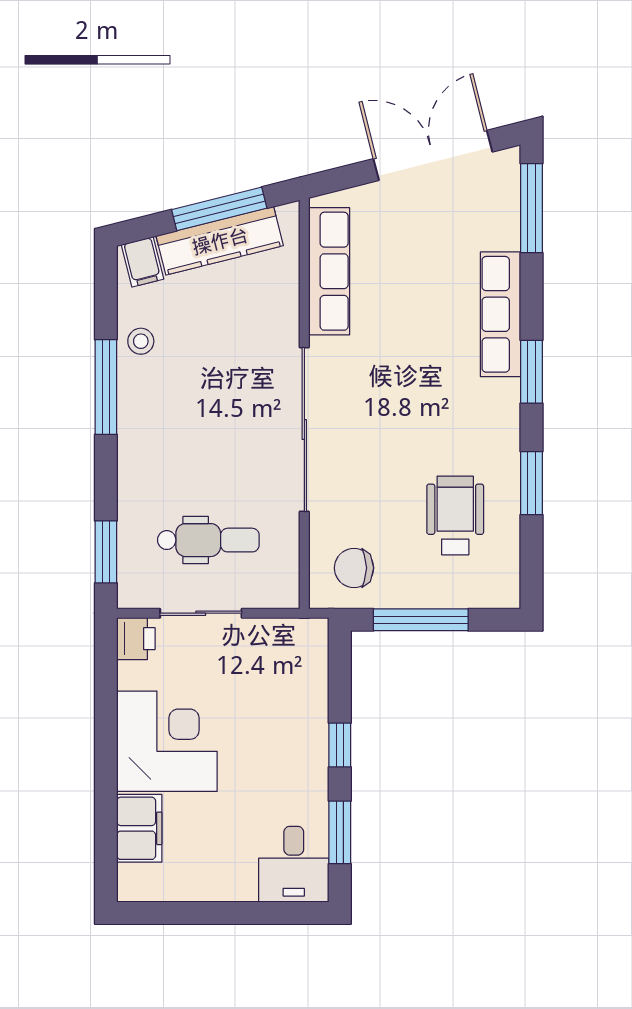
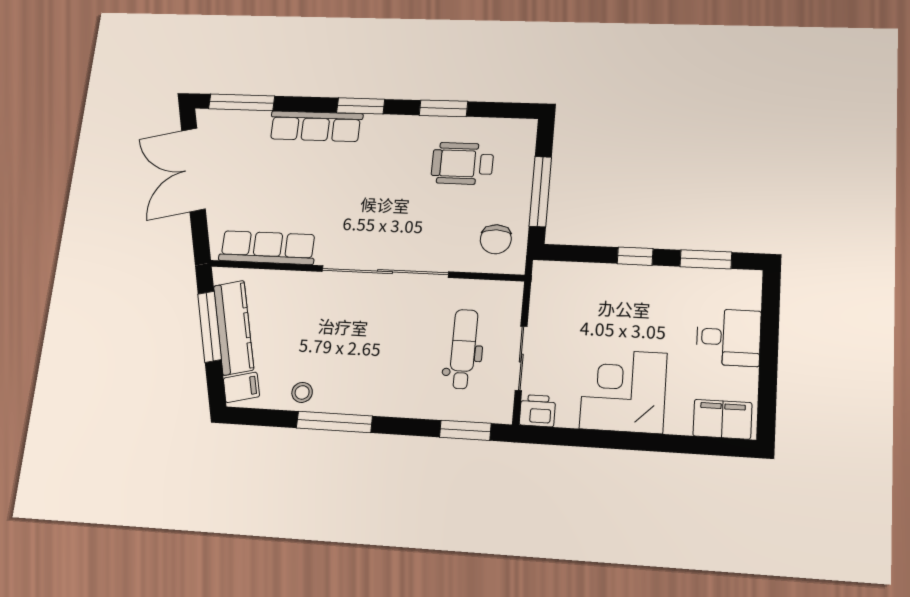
filing cabinet: (139, 828) -> (722, 419), moved
desk: (294, 864) -> (728, 337), moved

